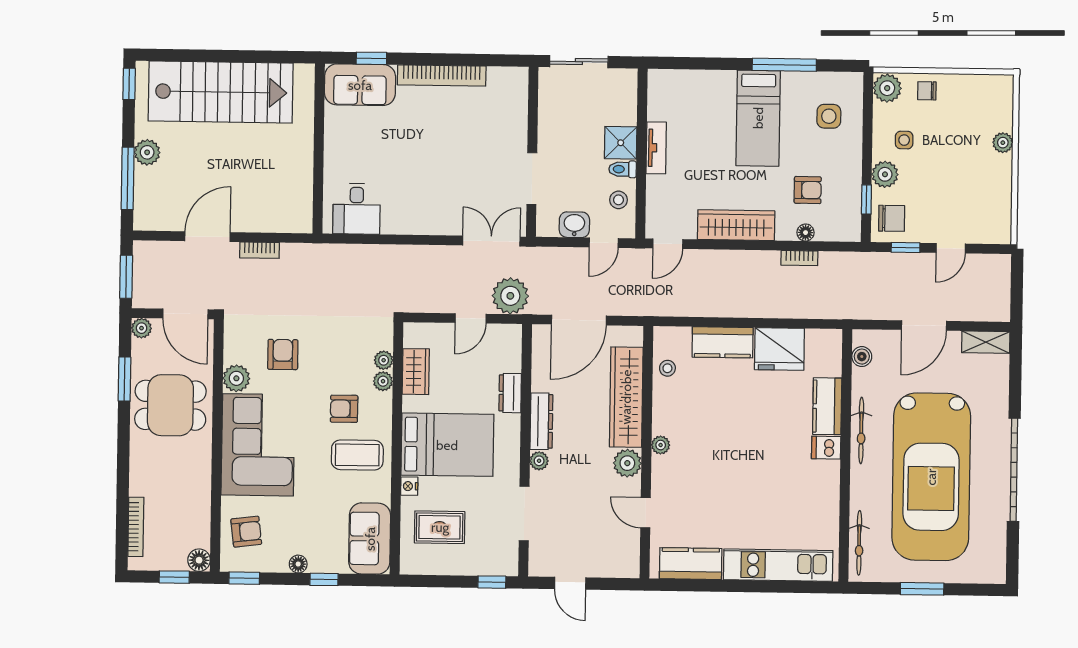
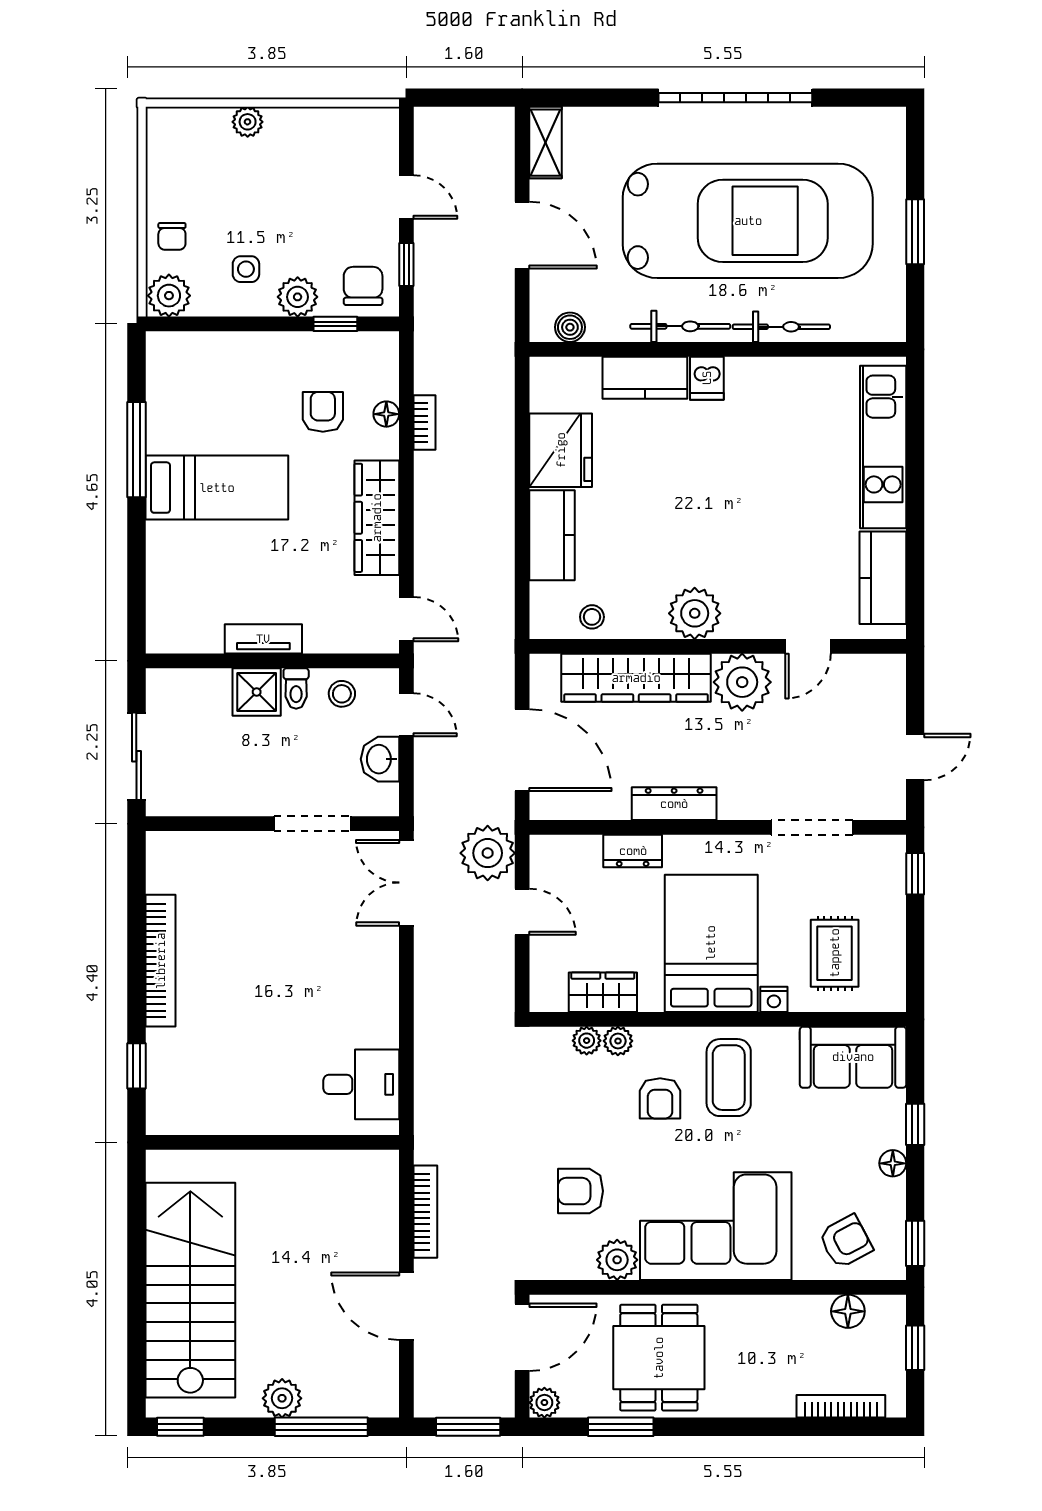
sofa: (360, 85) -> (176, 1082), removed
side table: (829, 116) -> (212, 382), removed
bookcase: (260, 250) -> (425, 1212), width x1.56
plant: (661, 445) -> (695, 613), width x1.88, depth x1.88
plant: (539, 461) -> (733, 806), removed
plant: (627, 463) -> (742, 682), width x1.36, depth x1.36
armchair: (246, 532) -> (846, 1241), turned 69
bicycle: (859, 543) -> (781, 327), moved
floor lamp: (199, 560) -> (848, 1311), moved

